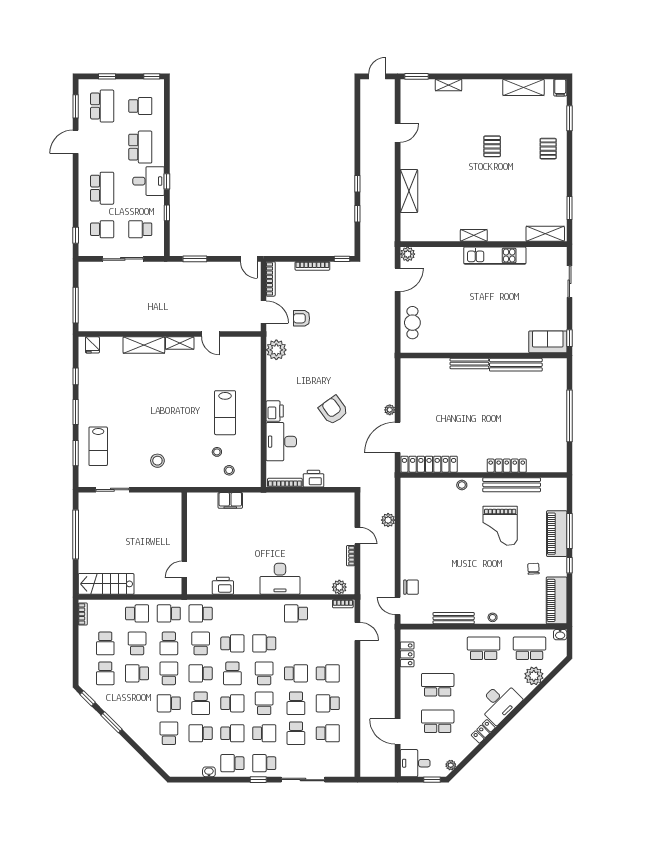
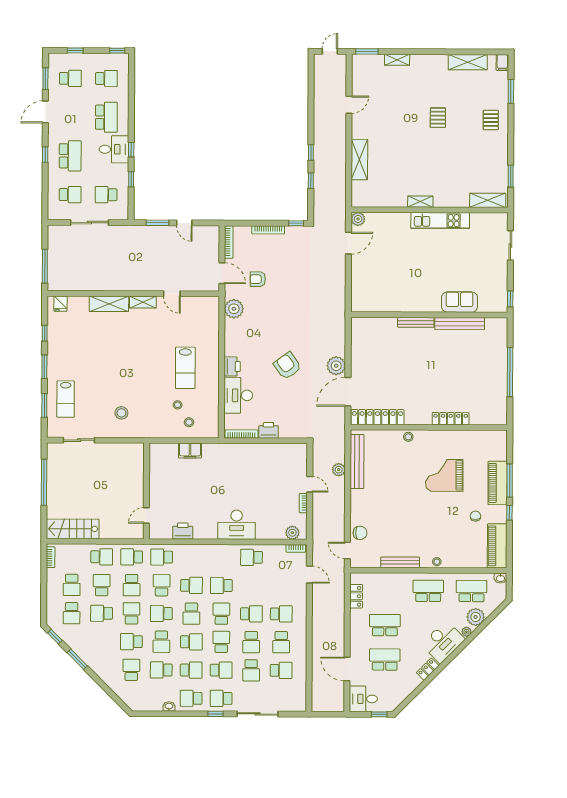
school desk: (102, 106) -> (70, 78), width x0.54
window: (76, 235) -> (45, 155), moved
door: (249, 259) -> (184, 223), moved
cafe table: (412, 323) -> (362, 284), removed
sofa: (548, 342) -> (460, 302), moved
plant: (390, 410) -> (336, 366), width x1.87, depth x1.87
bench: (512, 485) -> (357, 462), moved, turned 90
grand piano: (500, 526) -> (444, 475), turned 90
school desk: (328, 703) -> (281, 642), turned -90
plant: (451, 765) -> (466, 632), moved

